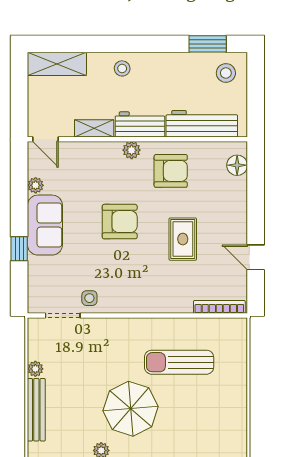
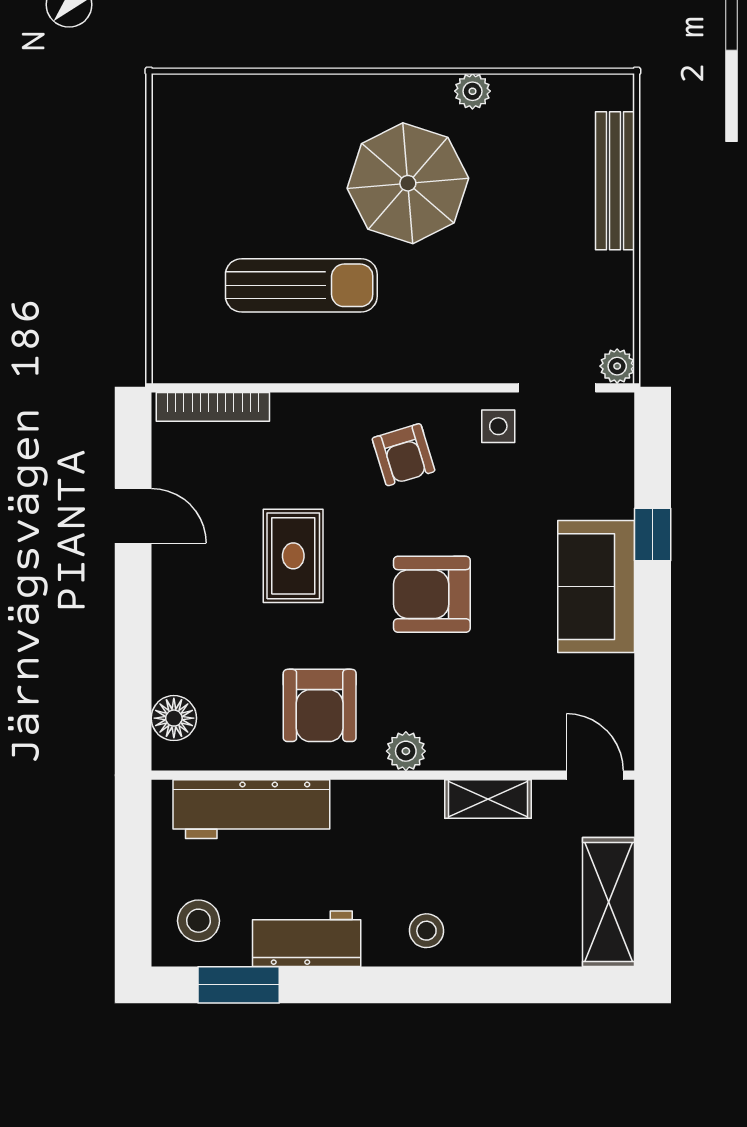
shelving: (57, 64) -> (609, 902), moved, turned 90
workbench: (140, 124) -> (307, 939), moved, turned 180
armchair: (171, 171) -> (320, 705), turned -90
plant: (36, 185) -> (617, 674), removed
armchair: (133, 285) -> (403, 455), added
plant: (35, 369) -> (617, 366), moved

